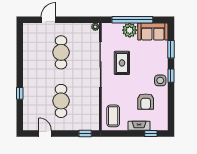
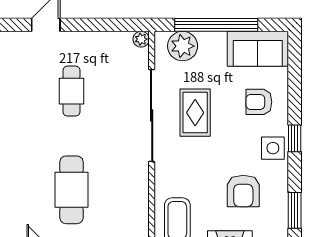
plant: (130, 30) -> (183, 46), moved
window: (171, 49) -> (295, 210), moved
cafe table: (61, 52) -> (71, 91), width x0.73, depth x0.74
armchair: (153, 58) -> (259, 102), added

